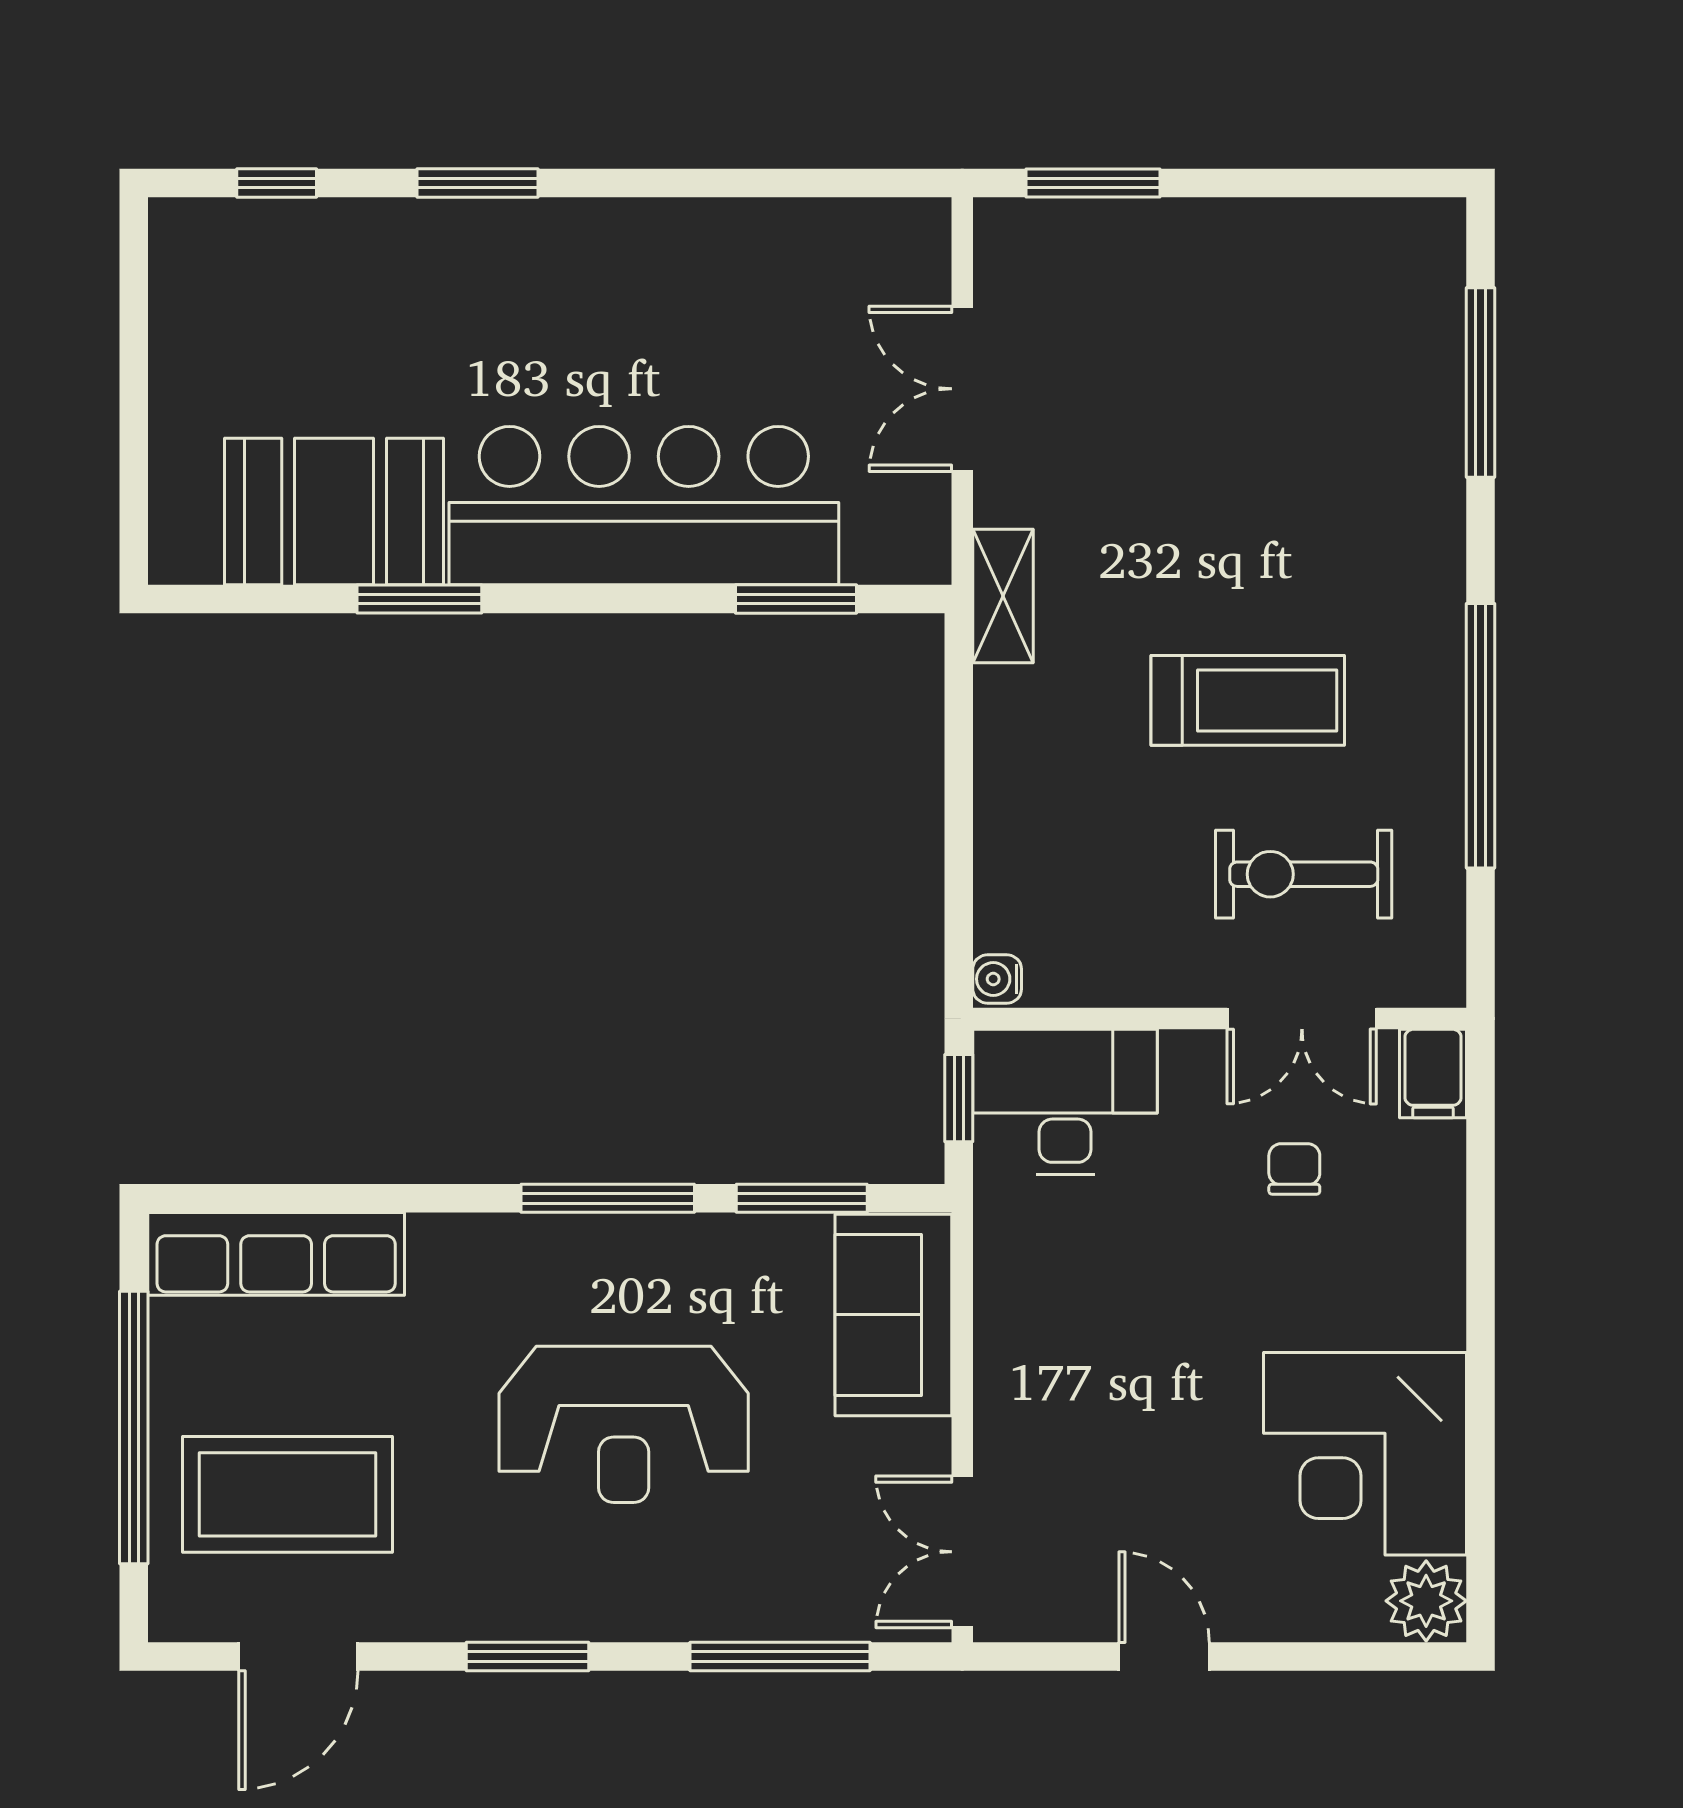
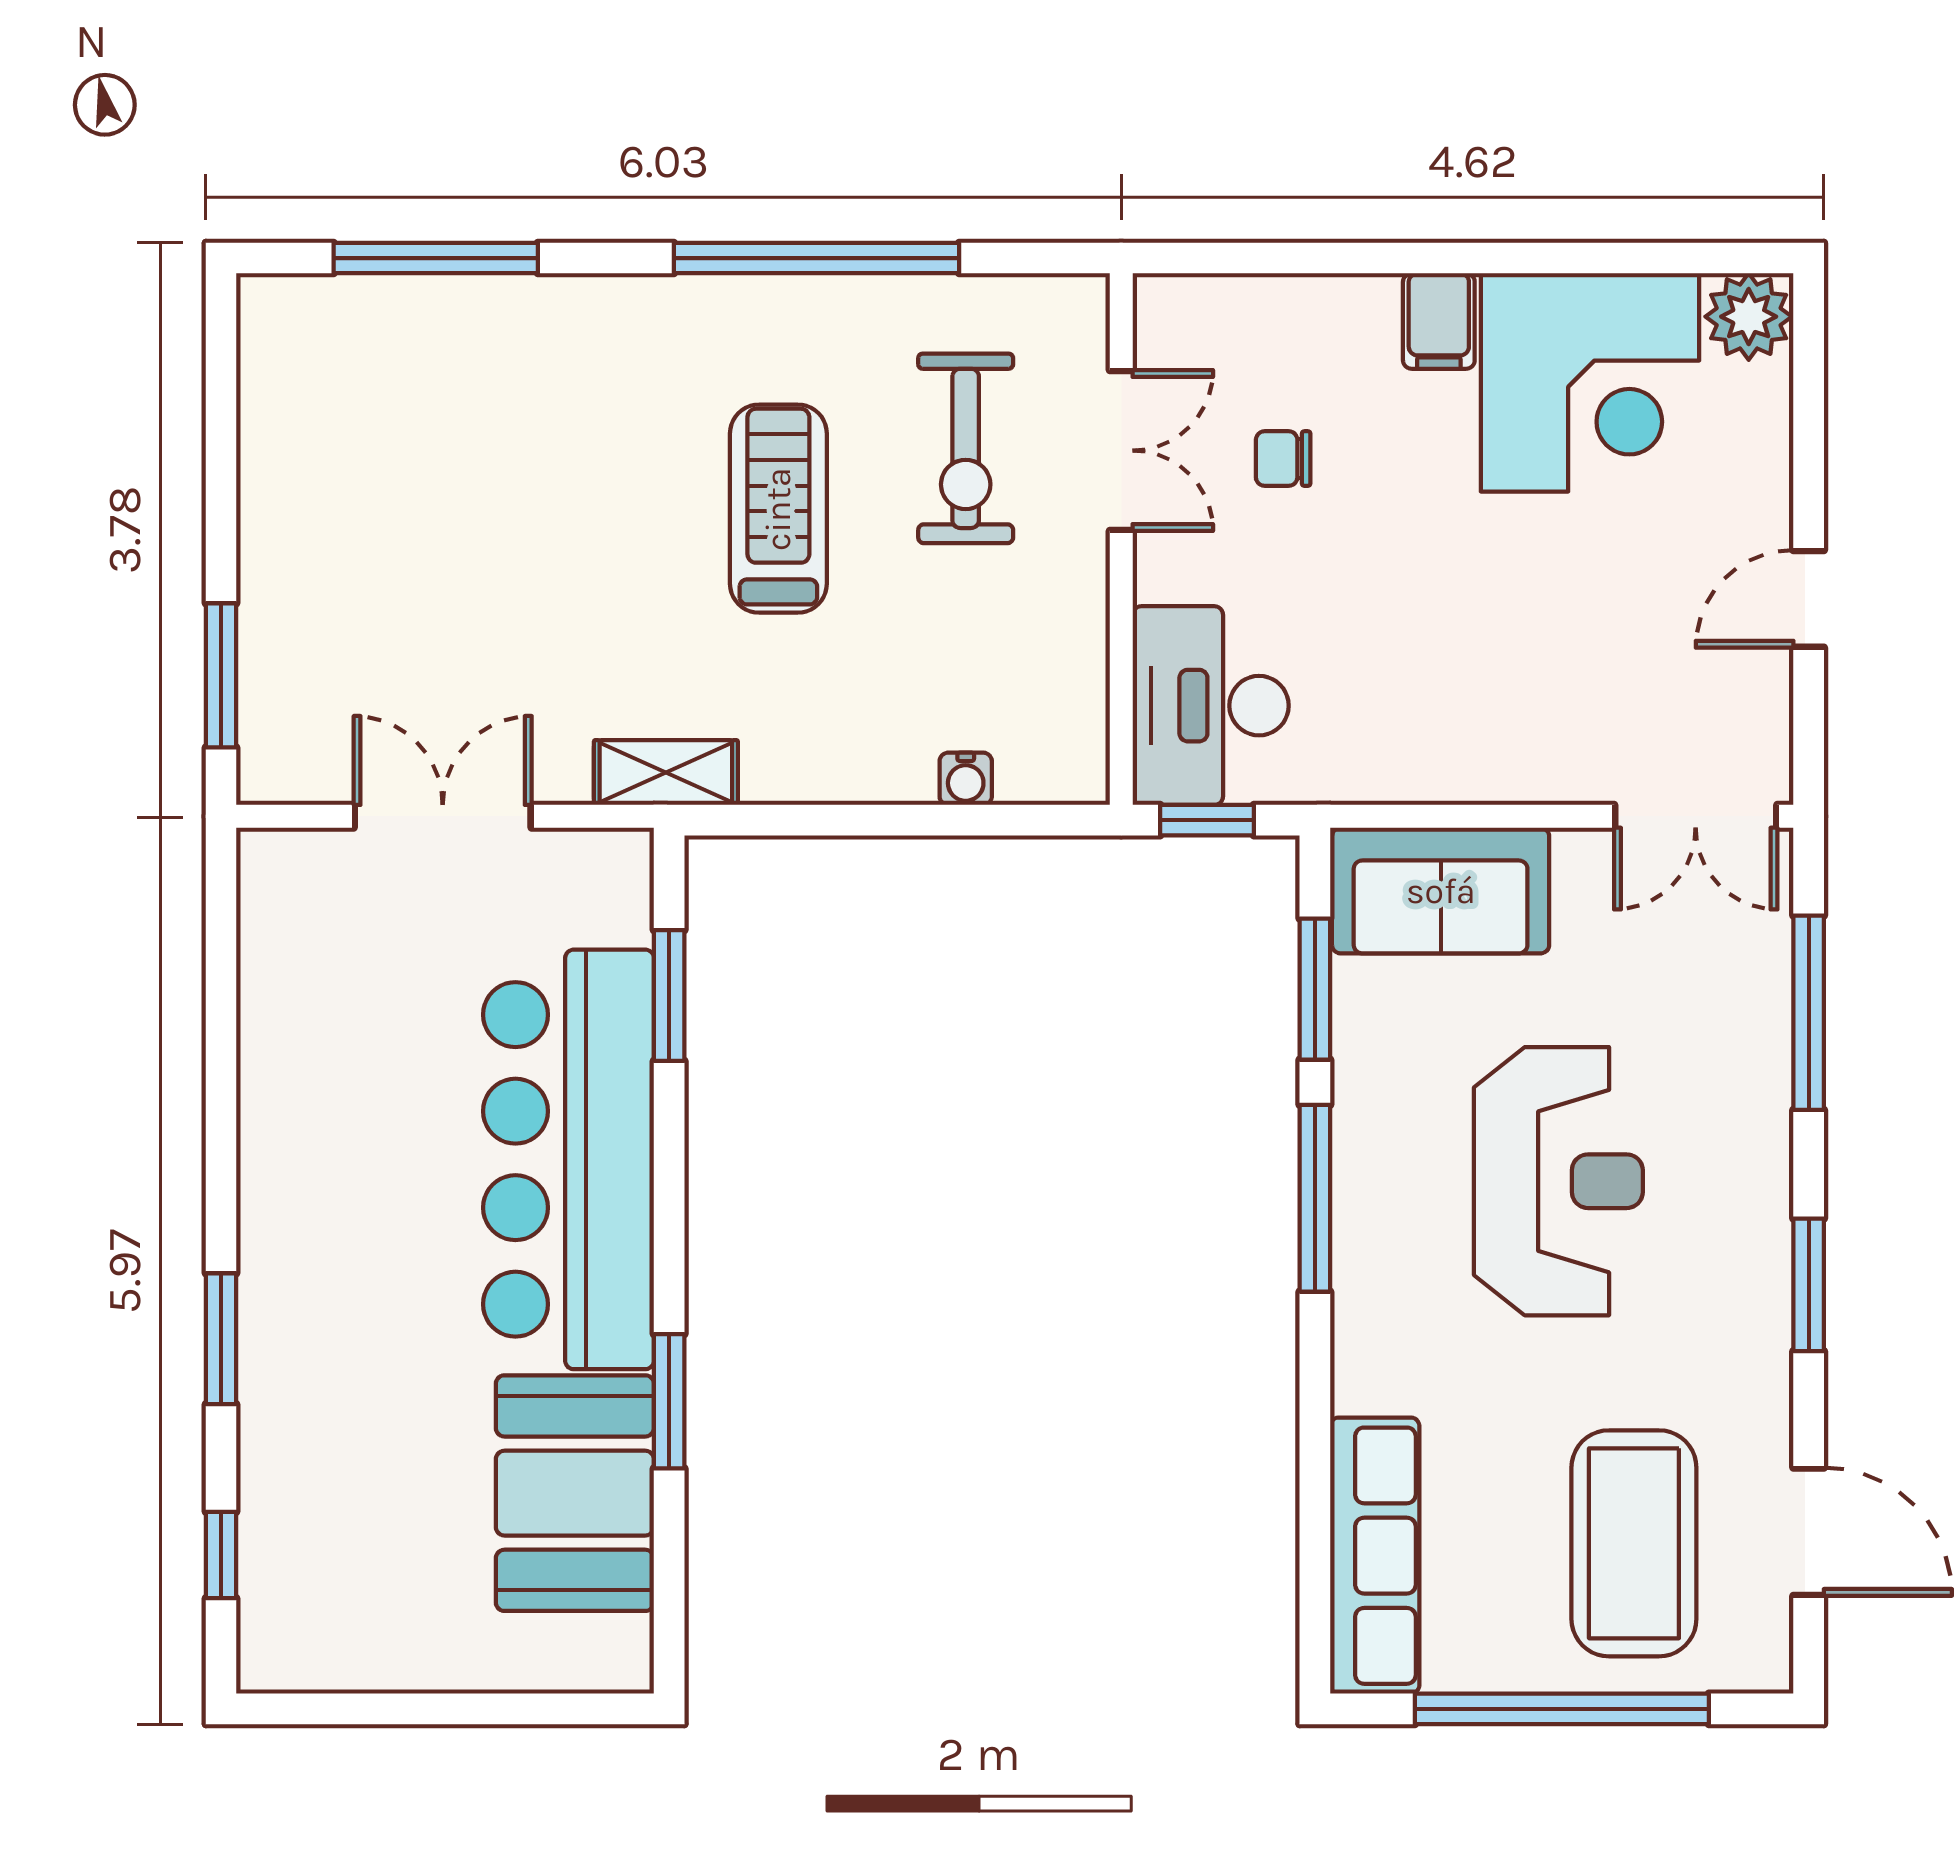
double door: (962, 389) -> (443, 816), swing flipped
water cooler: (997, 979) -> (966, 779), moved
filing cabinet: (1433, 1073) -> (1439, 321), moved, turned 90

